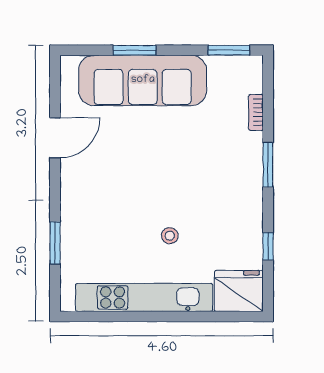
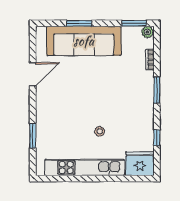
plant: (252, 65) -> (147, 32), added

